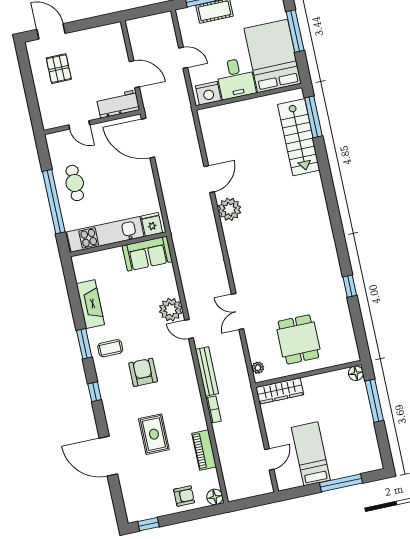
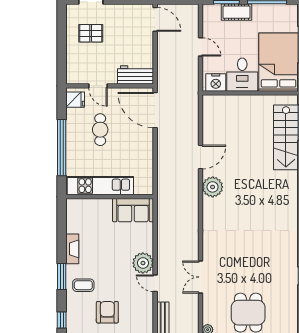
pallet: (59, 69) -> (91, 33), turned 90
door: (134, 74) -> (155, 19), moved
cafe table: (75, 183) -> (100, 130), moved
fridge: (152, 224) -> (75, 100), moved, turned 90
fireplace: (90, 304) -> (72, 249), width x0.73, depth x0.76

